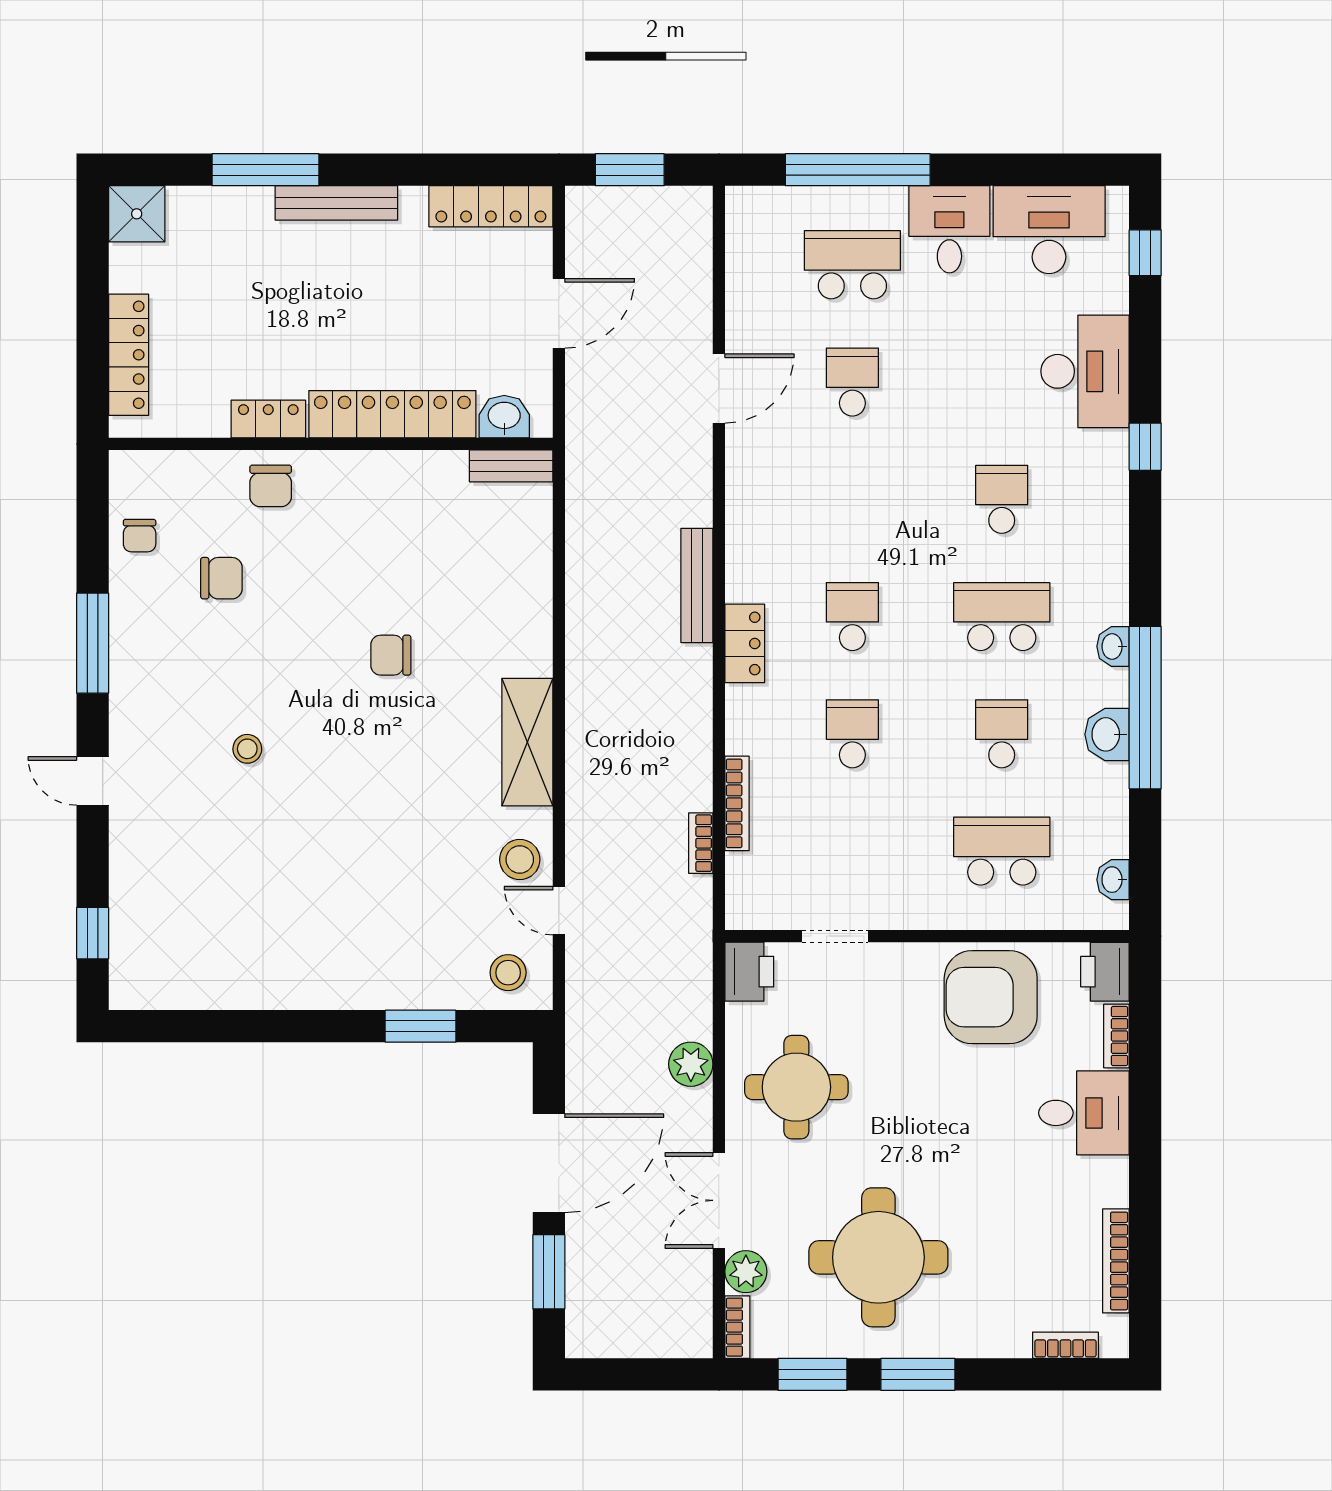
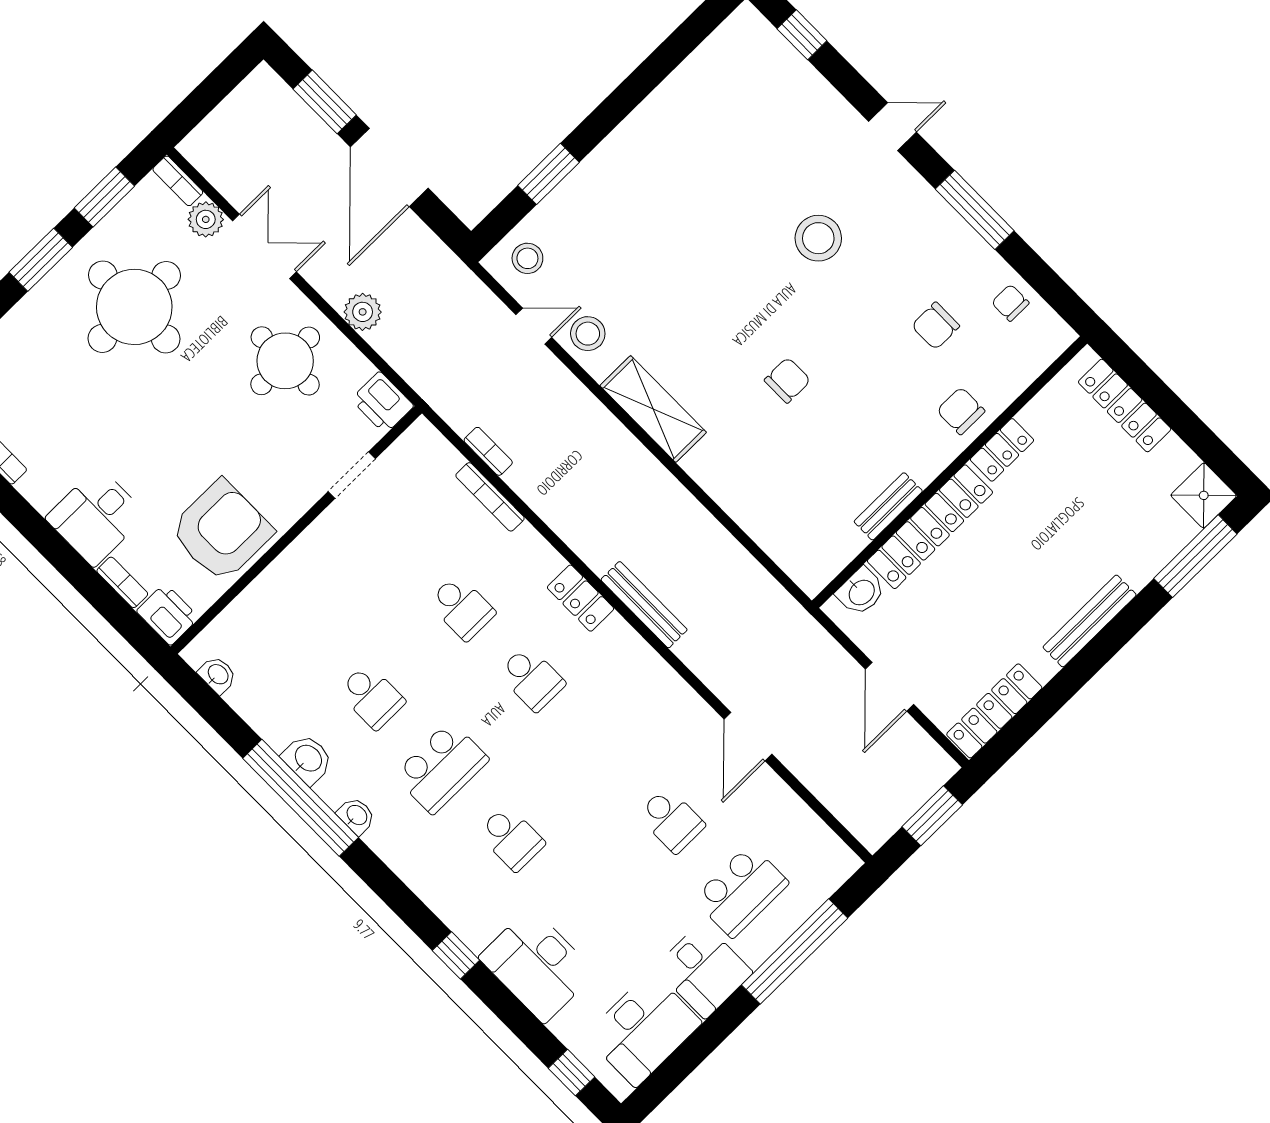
window: (265, 170) -> (1195, 556), moved
bench: (511, 466) -> (888, 506), moved
stool: (247, 749) -> (818, 238), width x1.89, depth x1.89
school desk: (1002, 851) -> (302, 626), removed

